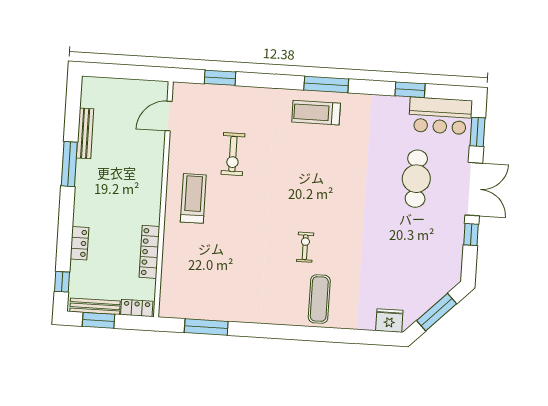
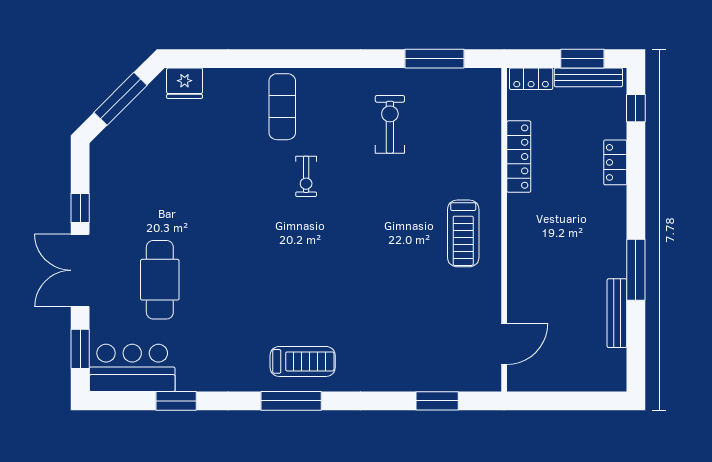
exercise bike: (233, 154) -> (390, 124), moved

